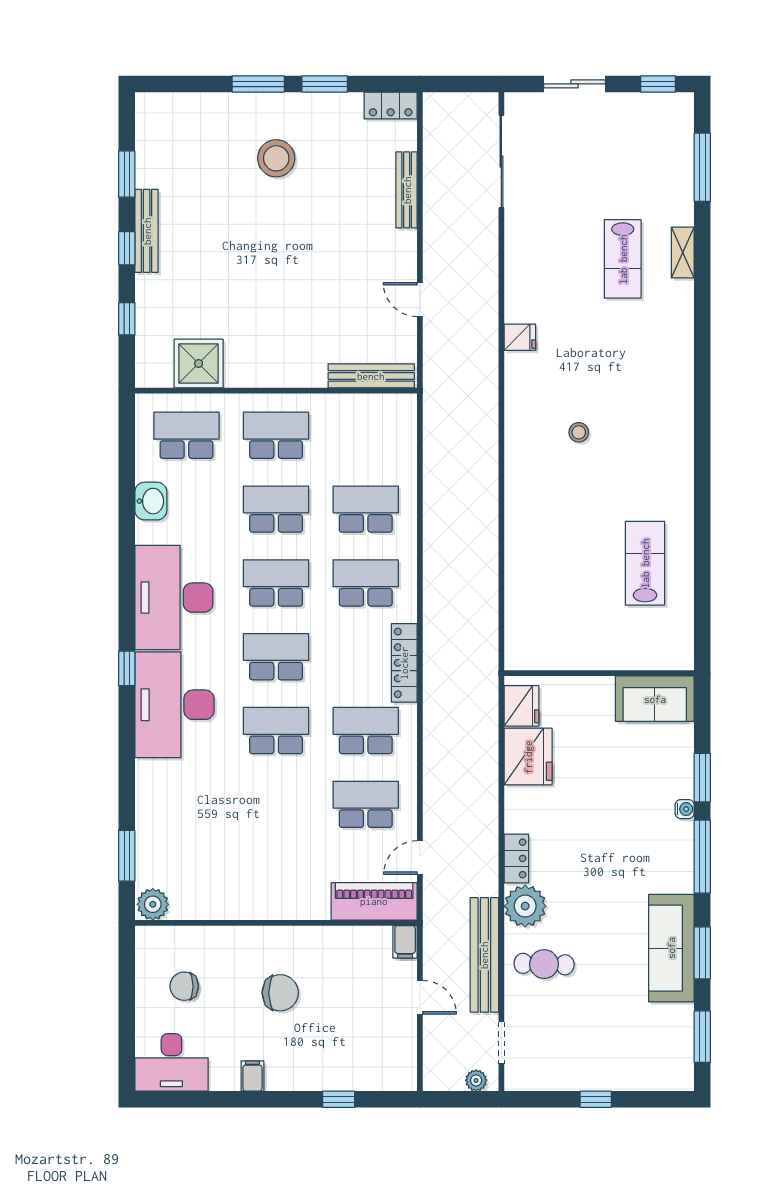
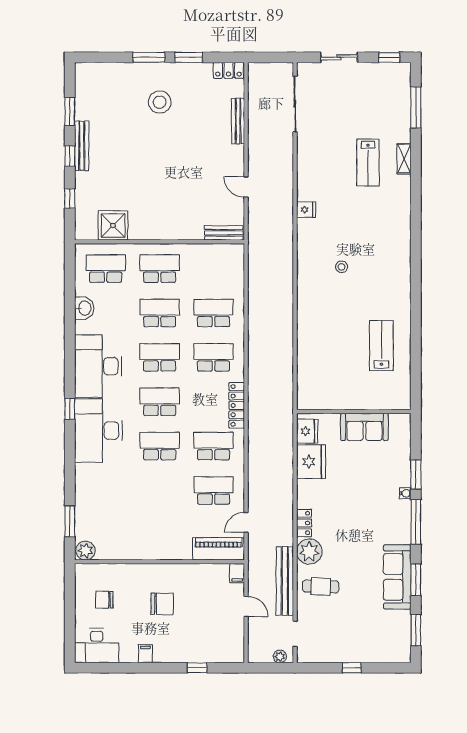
bench: (371, 376) -> (224, 233), width x0.73
sofa: (655, 699) -> (364, 427), moved

